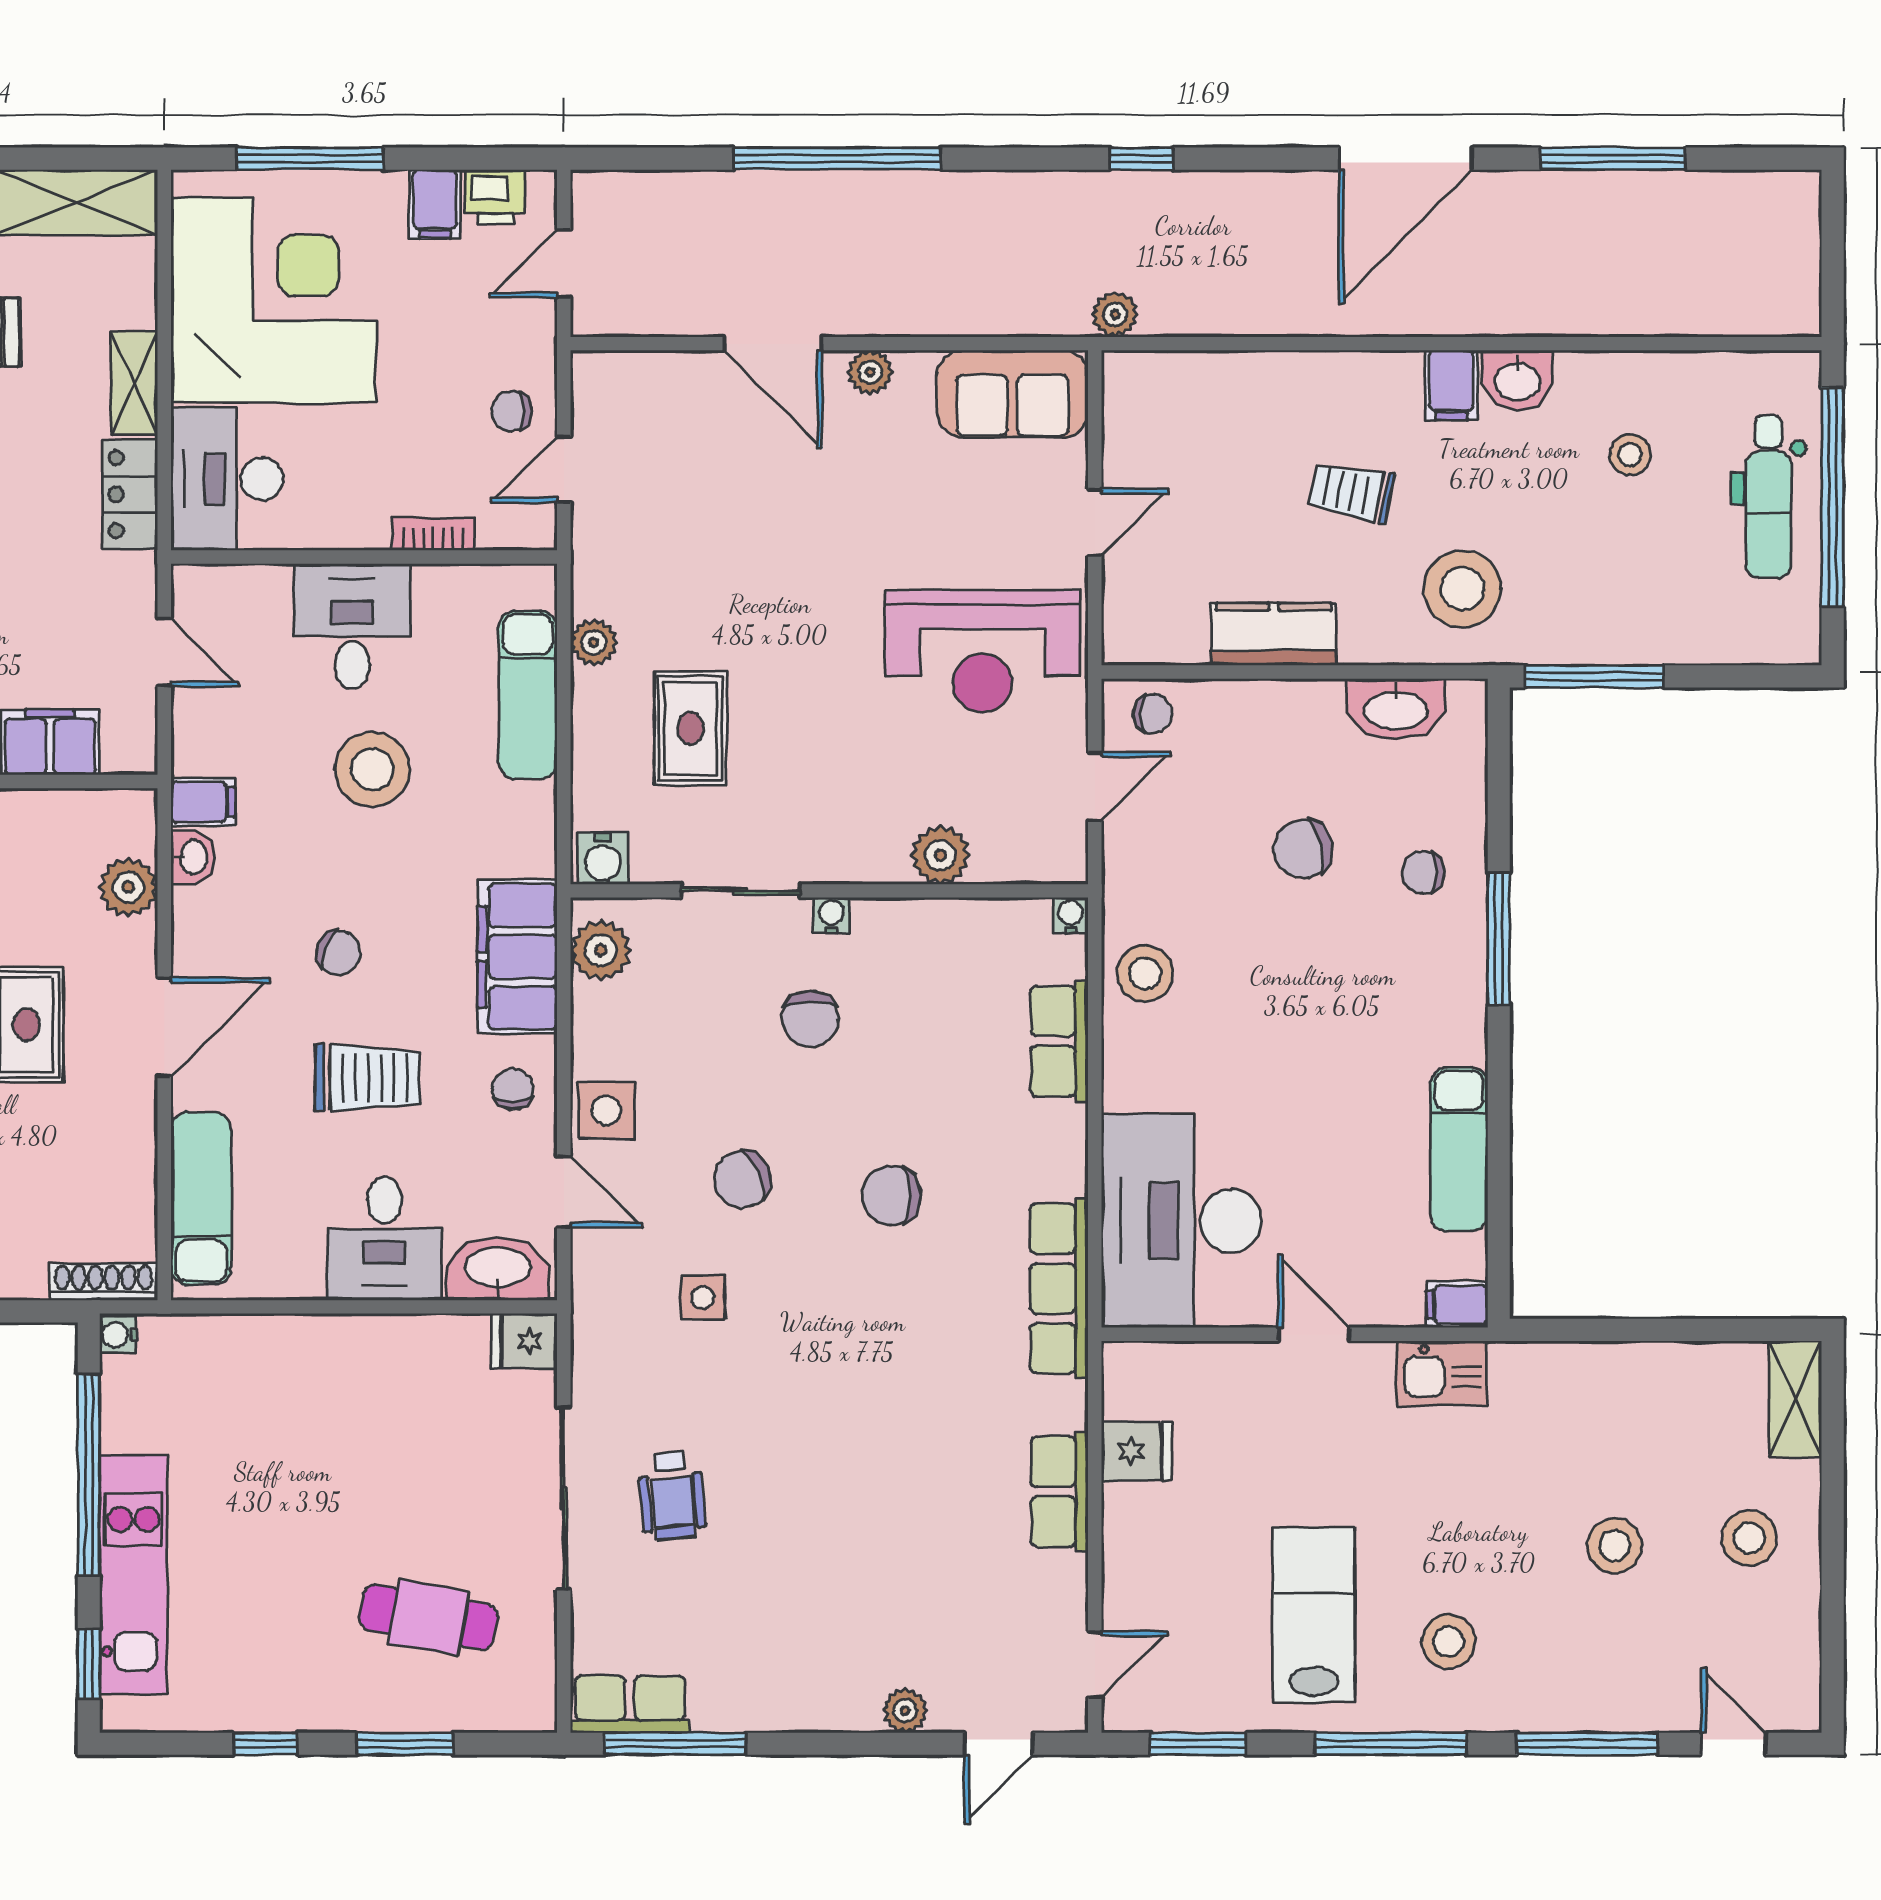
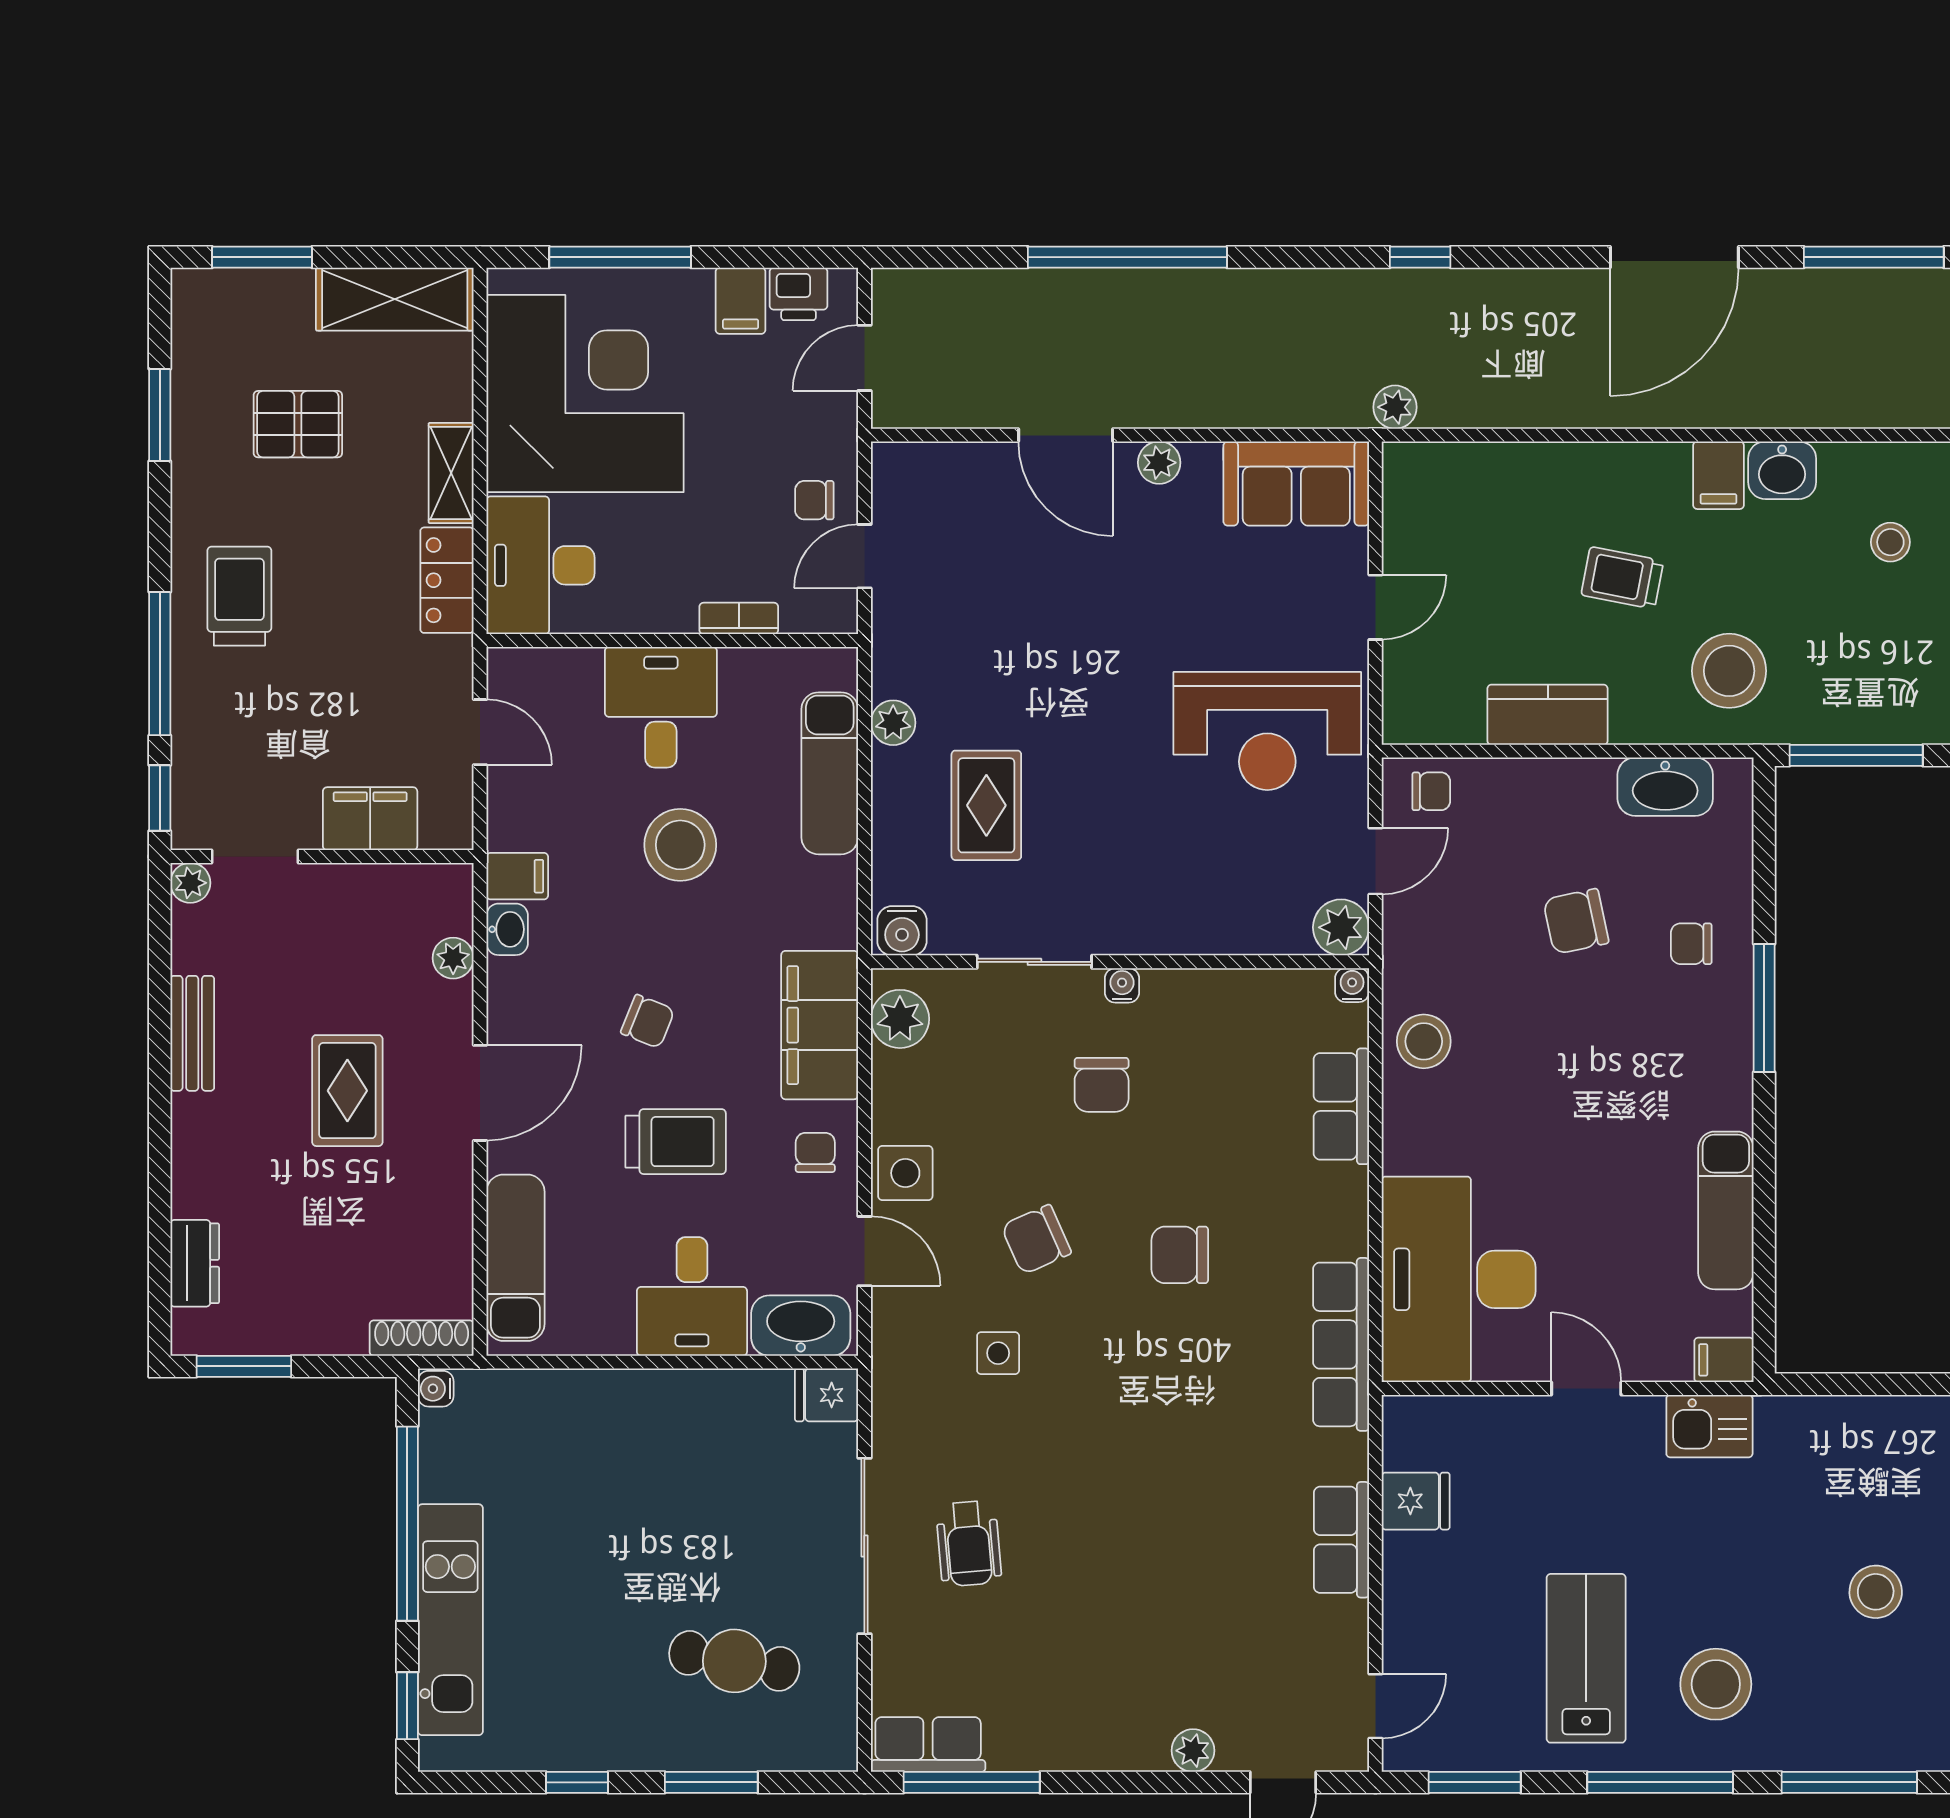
plant: (940, 855) -> (1341, 927), moved
plant: (128, 887) -> (453, 958), width x0.73, depth x0.73
stool: (1449, 1642) -> (1716, 1684), width x1.38, depth x1.38

